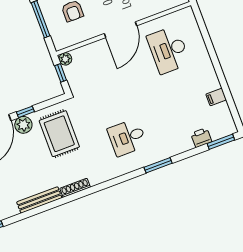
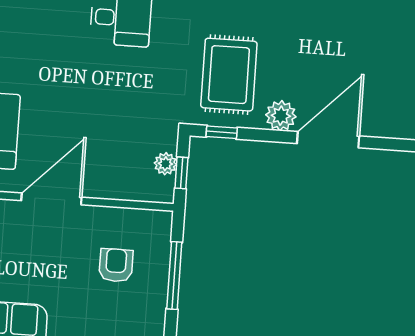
plant: (65, 59) -> (165, 164), moved
window: (25, 112) -> (222, 132), moved

